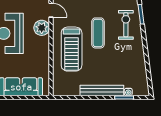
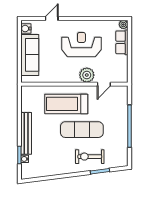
exercise bike: (126, 25) -> (90, 157), turned 180
exercise mat: (98, 33) -> (82, 130), width x1.36, depth x1.45

